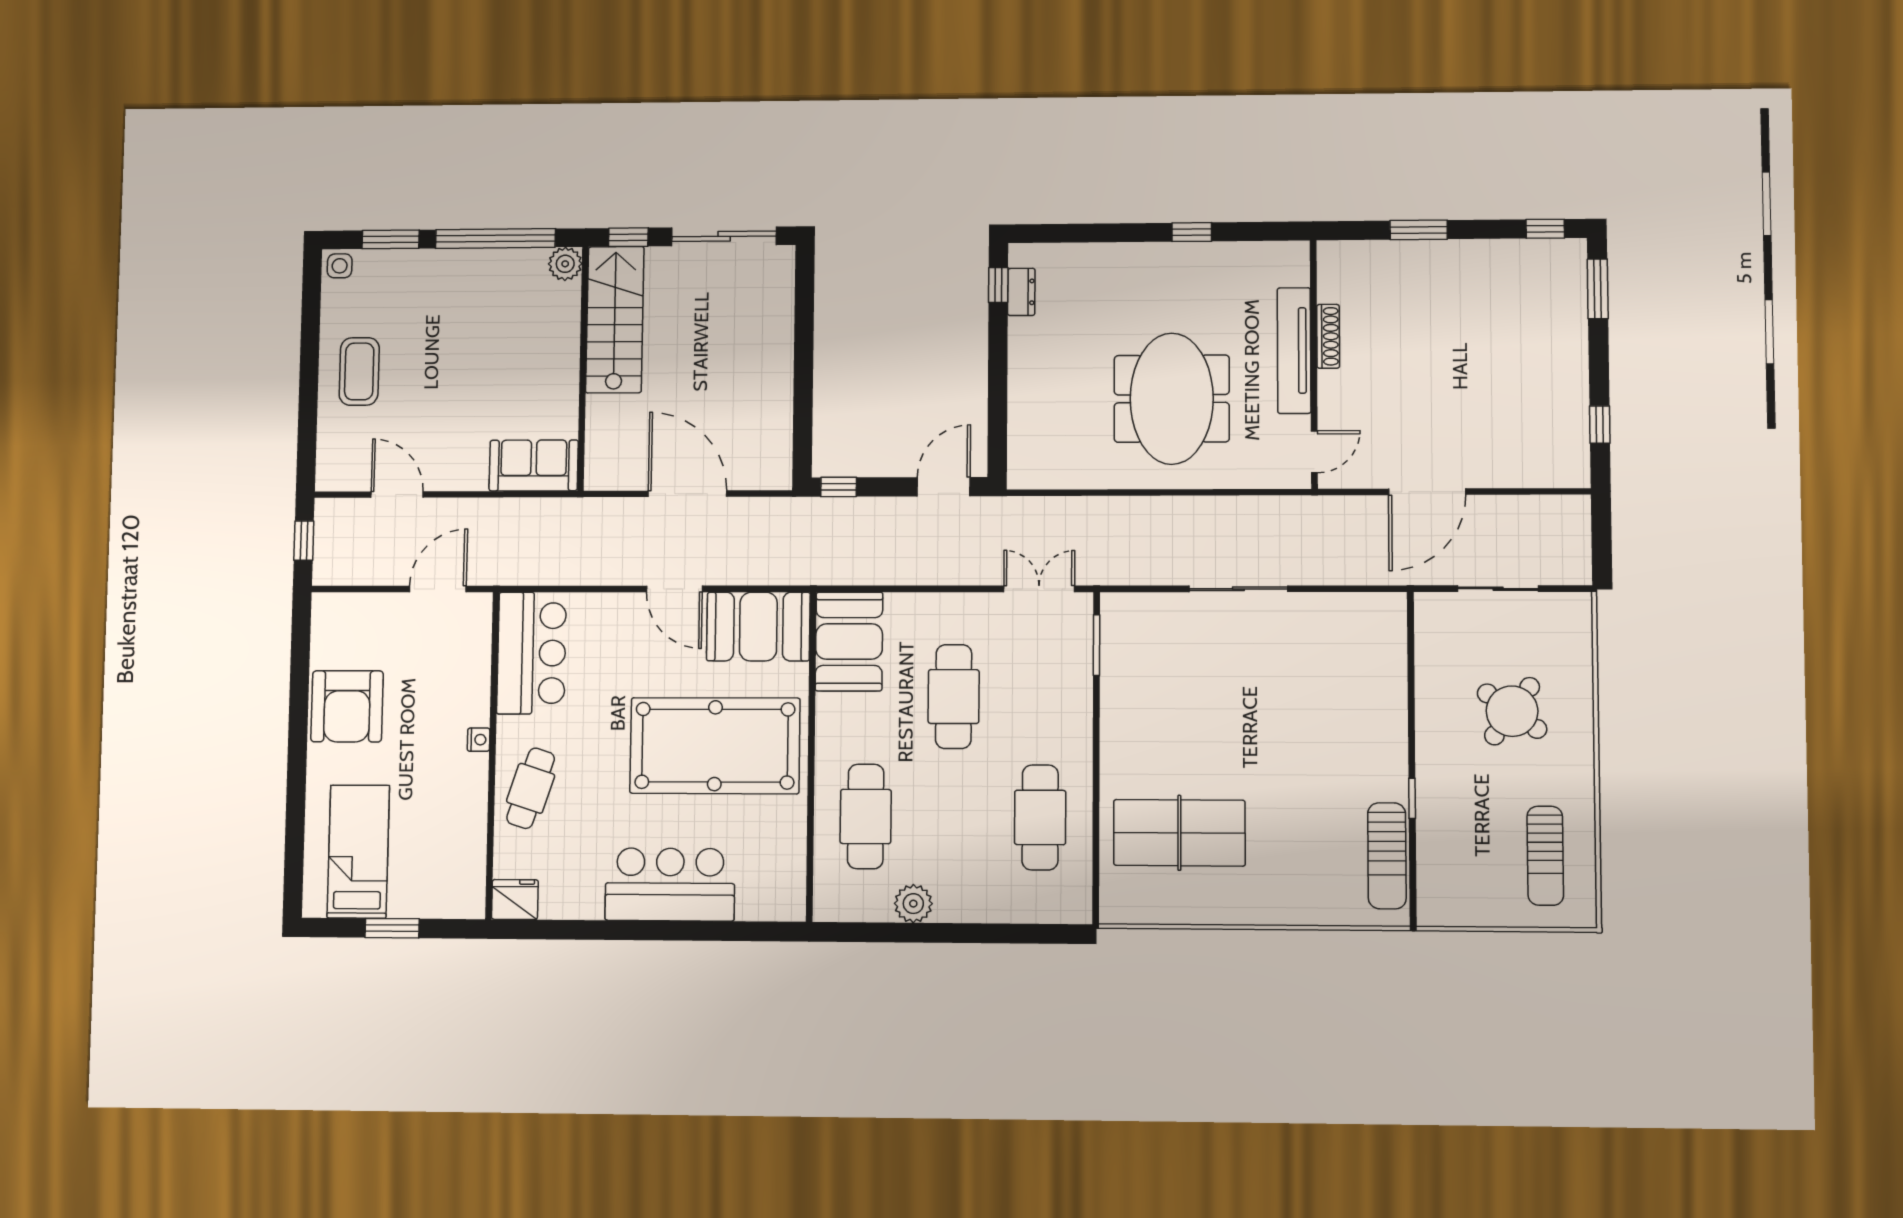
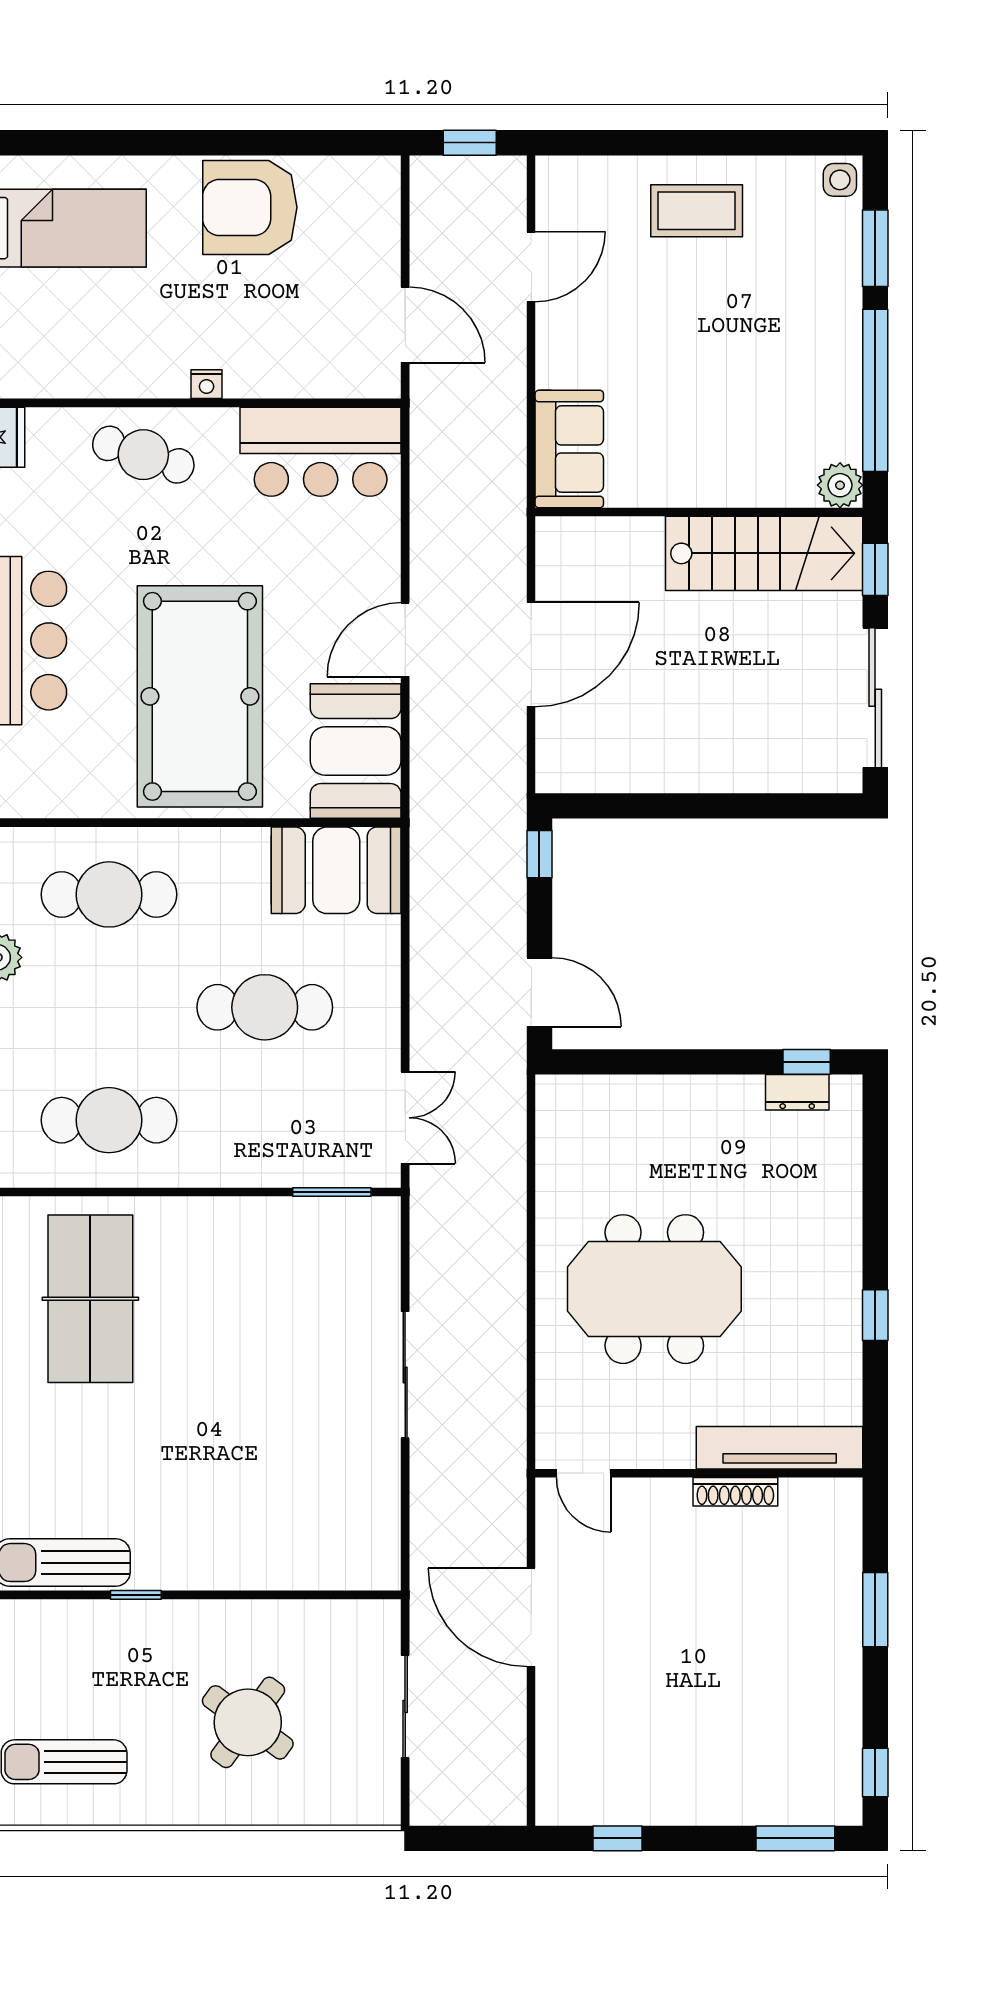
tv unit: (1294, 350) -> (780, 1448), moved

